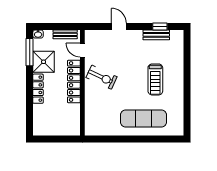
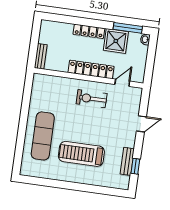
bench: (65, 34) -> (41, 56), moved
exercise bike: (102, 77) -> (92, 99), turned 65
treadmill: (155, 79) -> (81, 154), width x1.37, depth x1.38

